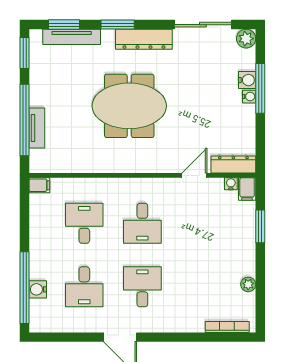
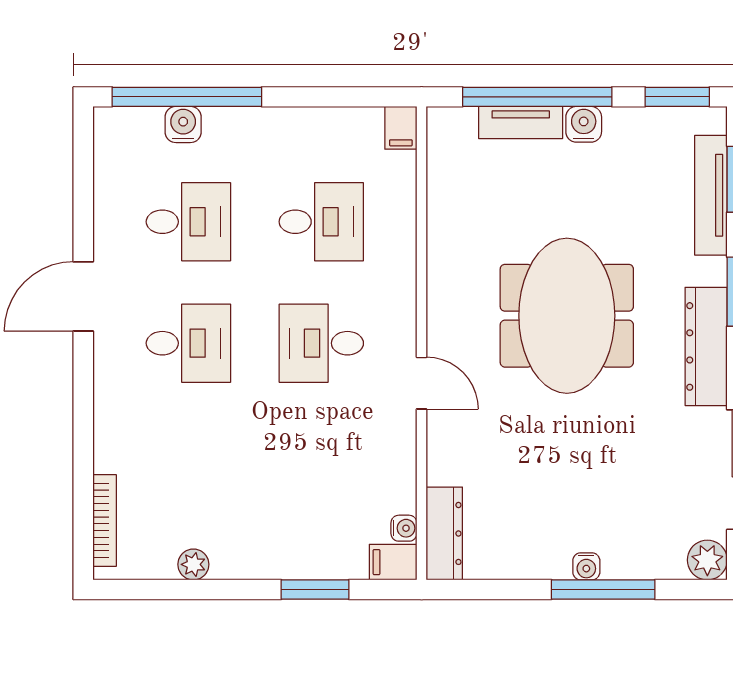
water cooler: (247, 80) -> (584, 124), moved, turned 180
door: (194, 175) -> (422, 383), moved
desk: (84, 287) -> (188, 222), turned 180

